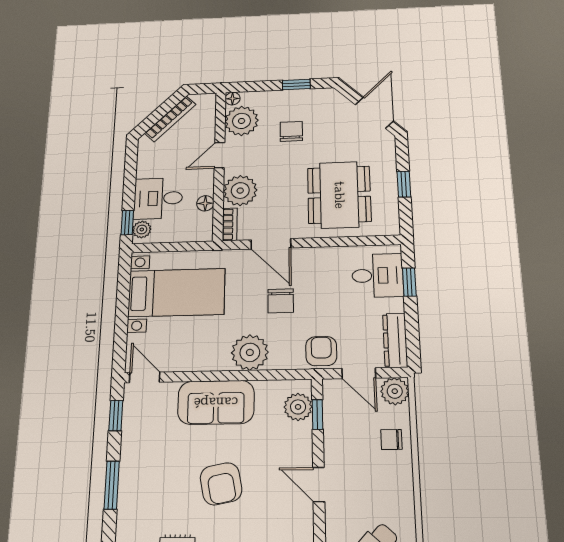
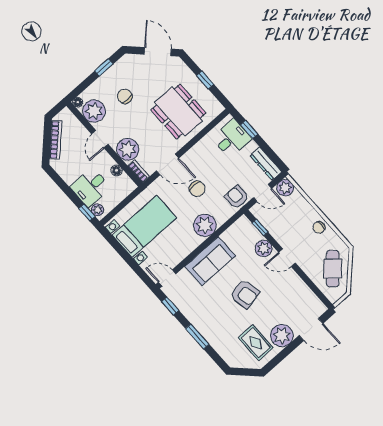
plant: (298, 407) -> (264, 248), moved
chair: (391, 439) -> (319, 227), moved

